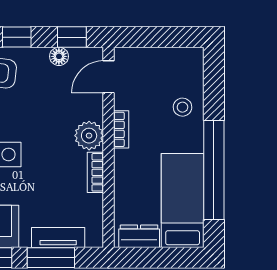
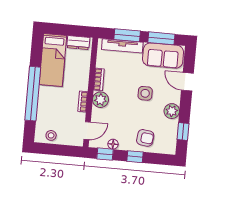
stool: (182, 107) -> (51, 135), moved
window: (214, 170) -> (33, 94), moved
tv unit: (58, 238) -> (122, 46), width x1.41

